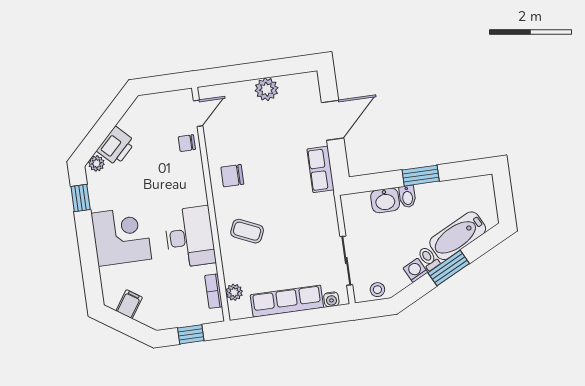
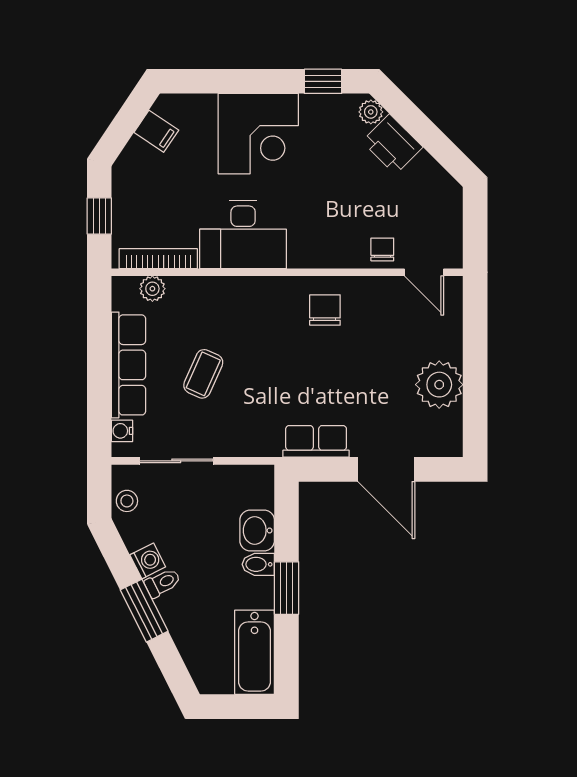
plant: (267, 89) -> (439, 385), width x1.36, depth x1.36
coffee table: (247, 231) -> (203, 374), moved
bathtub: (458, 236) -> (255, 652), moved, turned -153
bookcase: (214, 291) -> (158, 259), width x1.56

